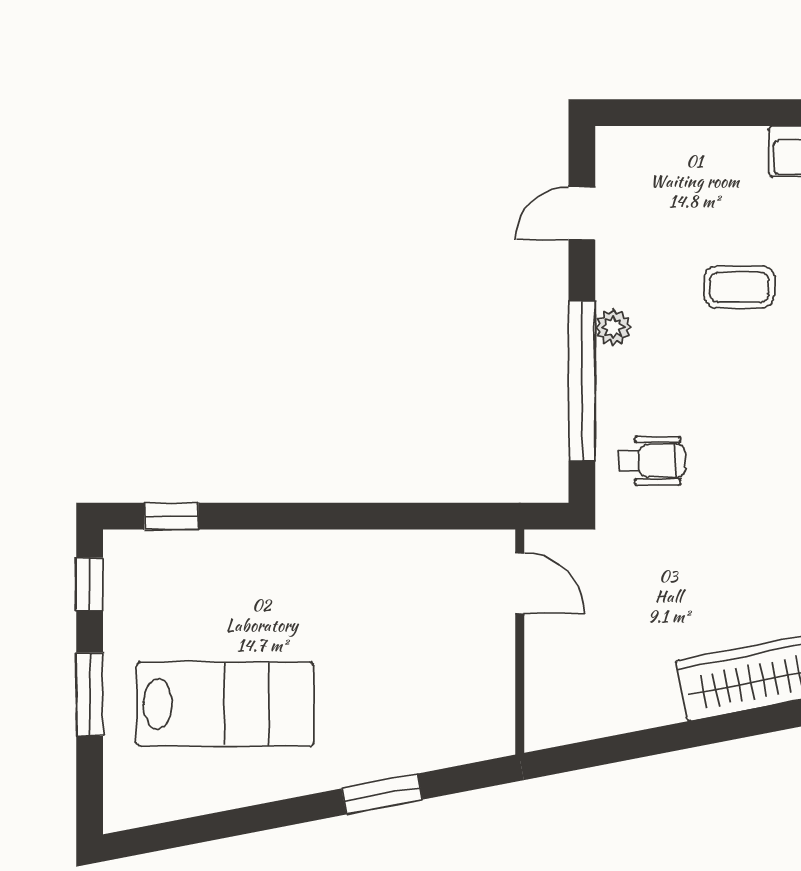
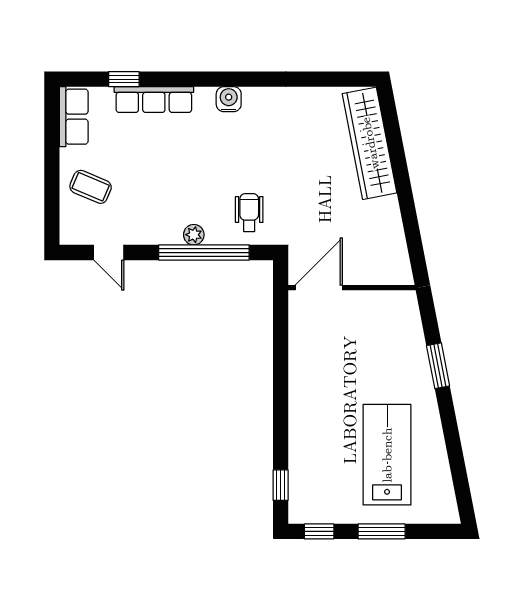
coffee table: (739, 287) -> (91, 187), moved, turned -67
plant: (613, 327) -> (194, 235), moved
door: (520, 583) -> (319, 288), width x1.38

